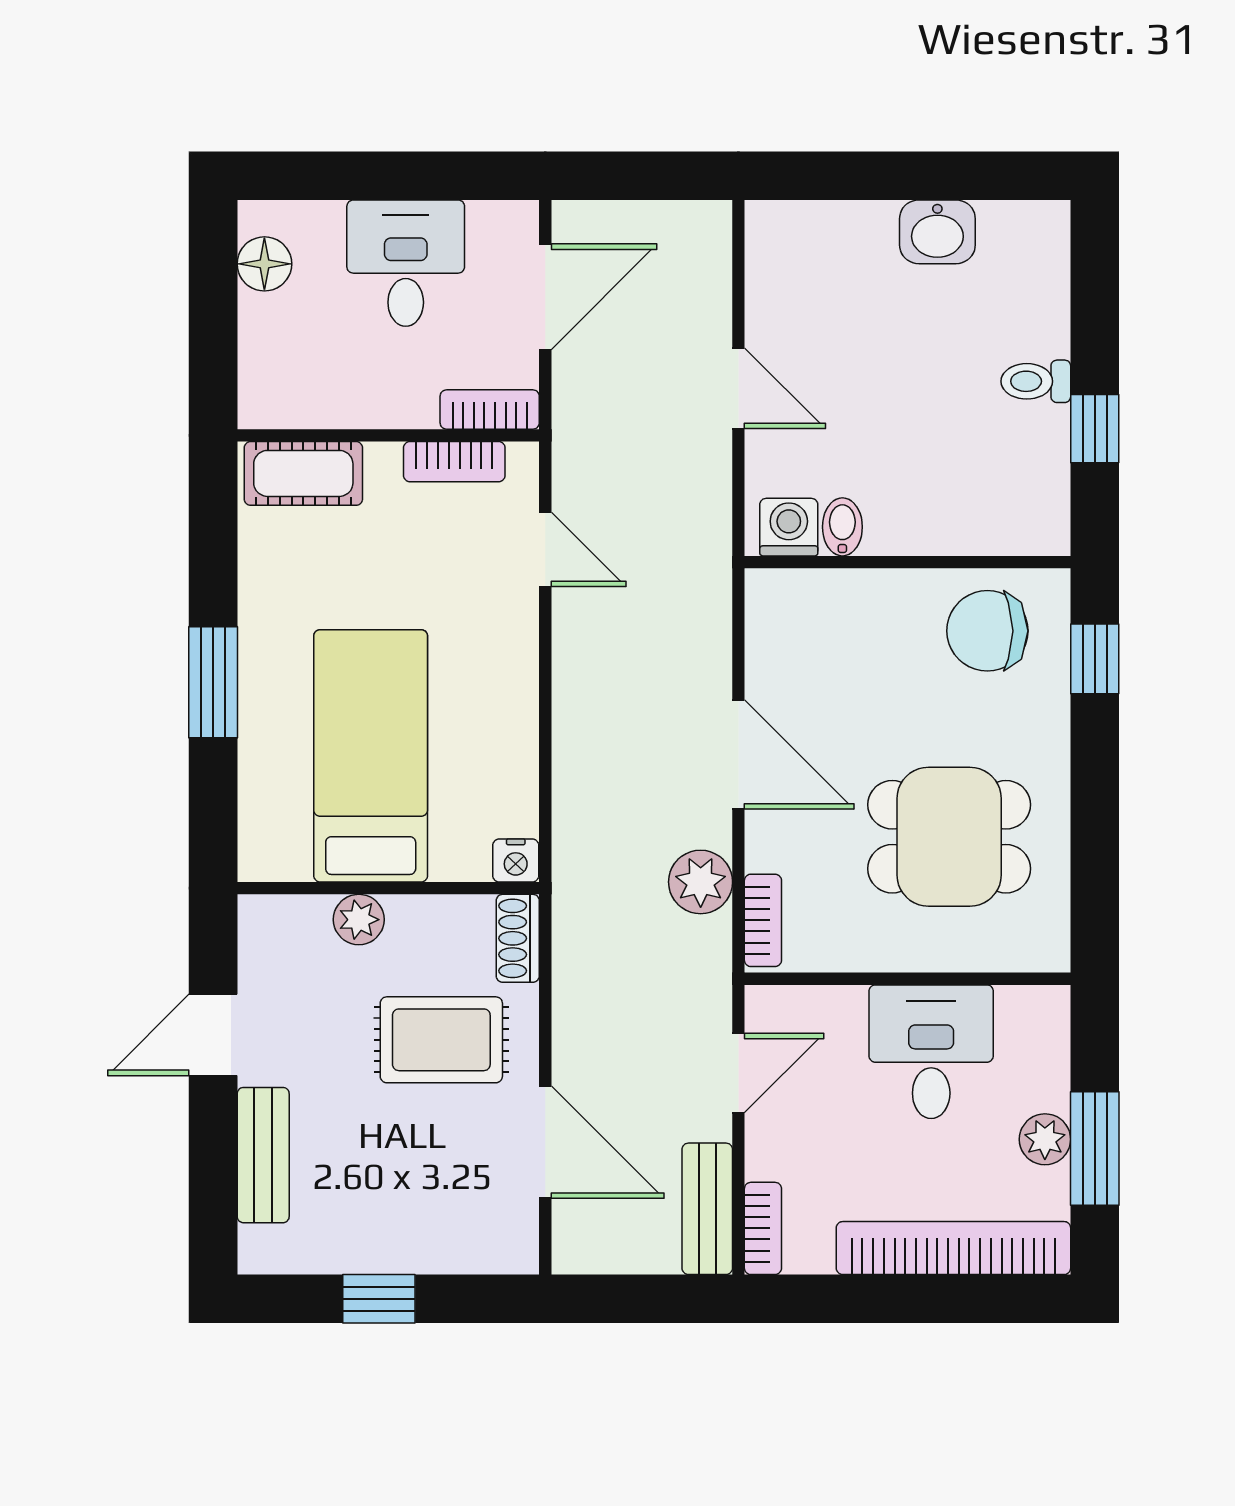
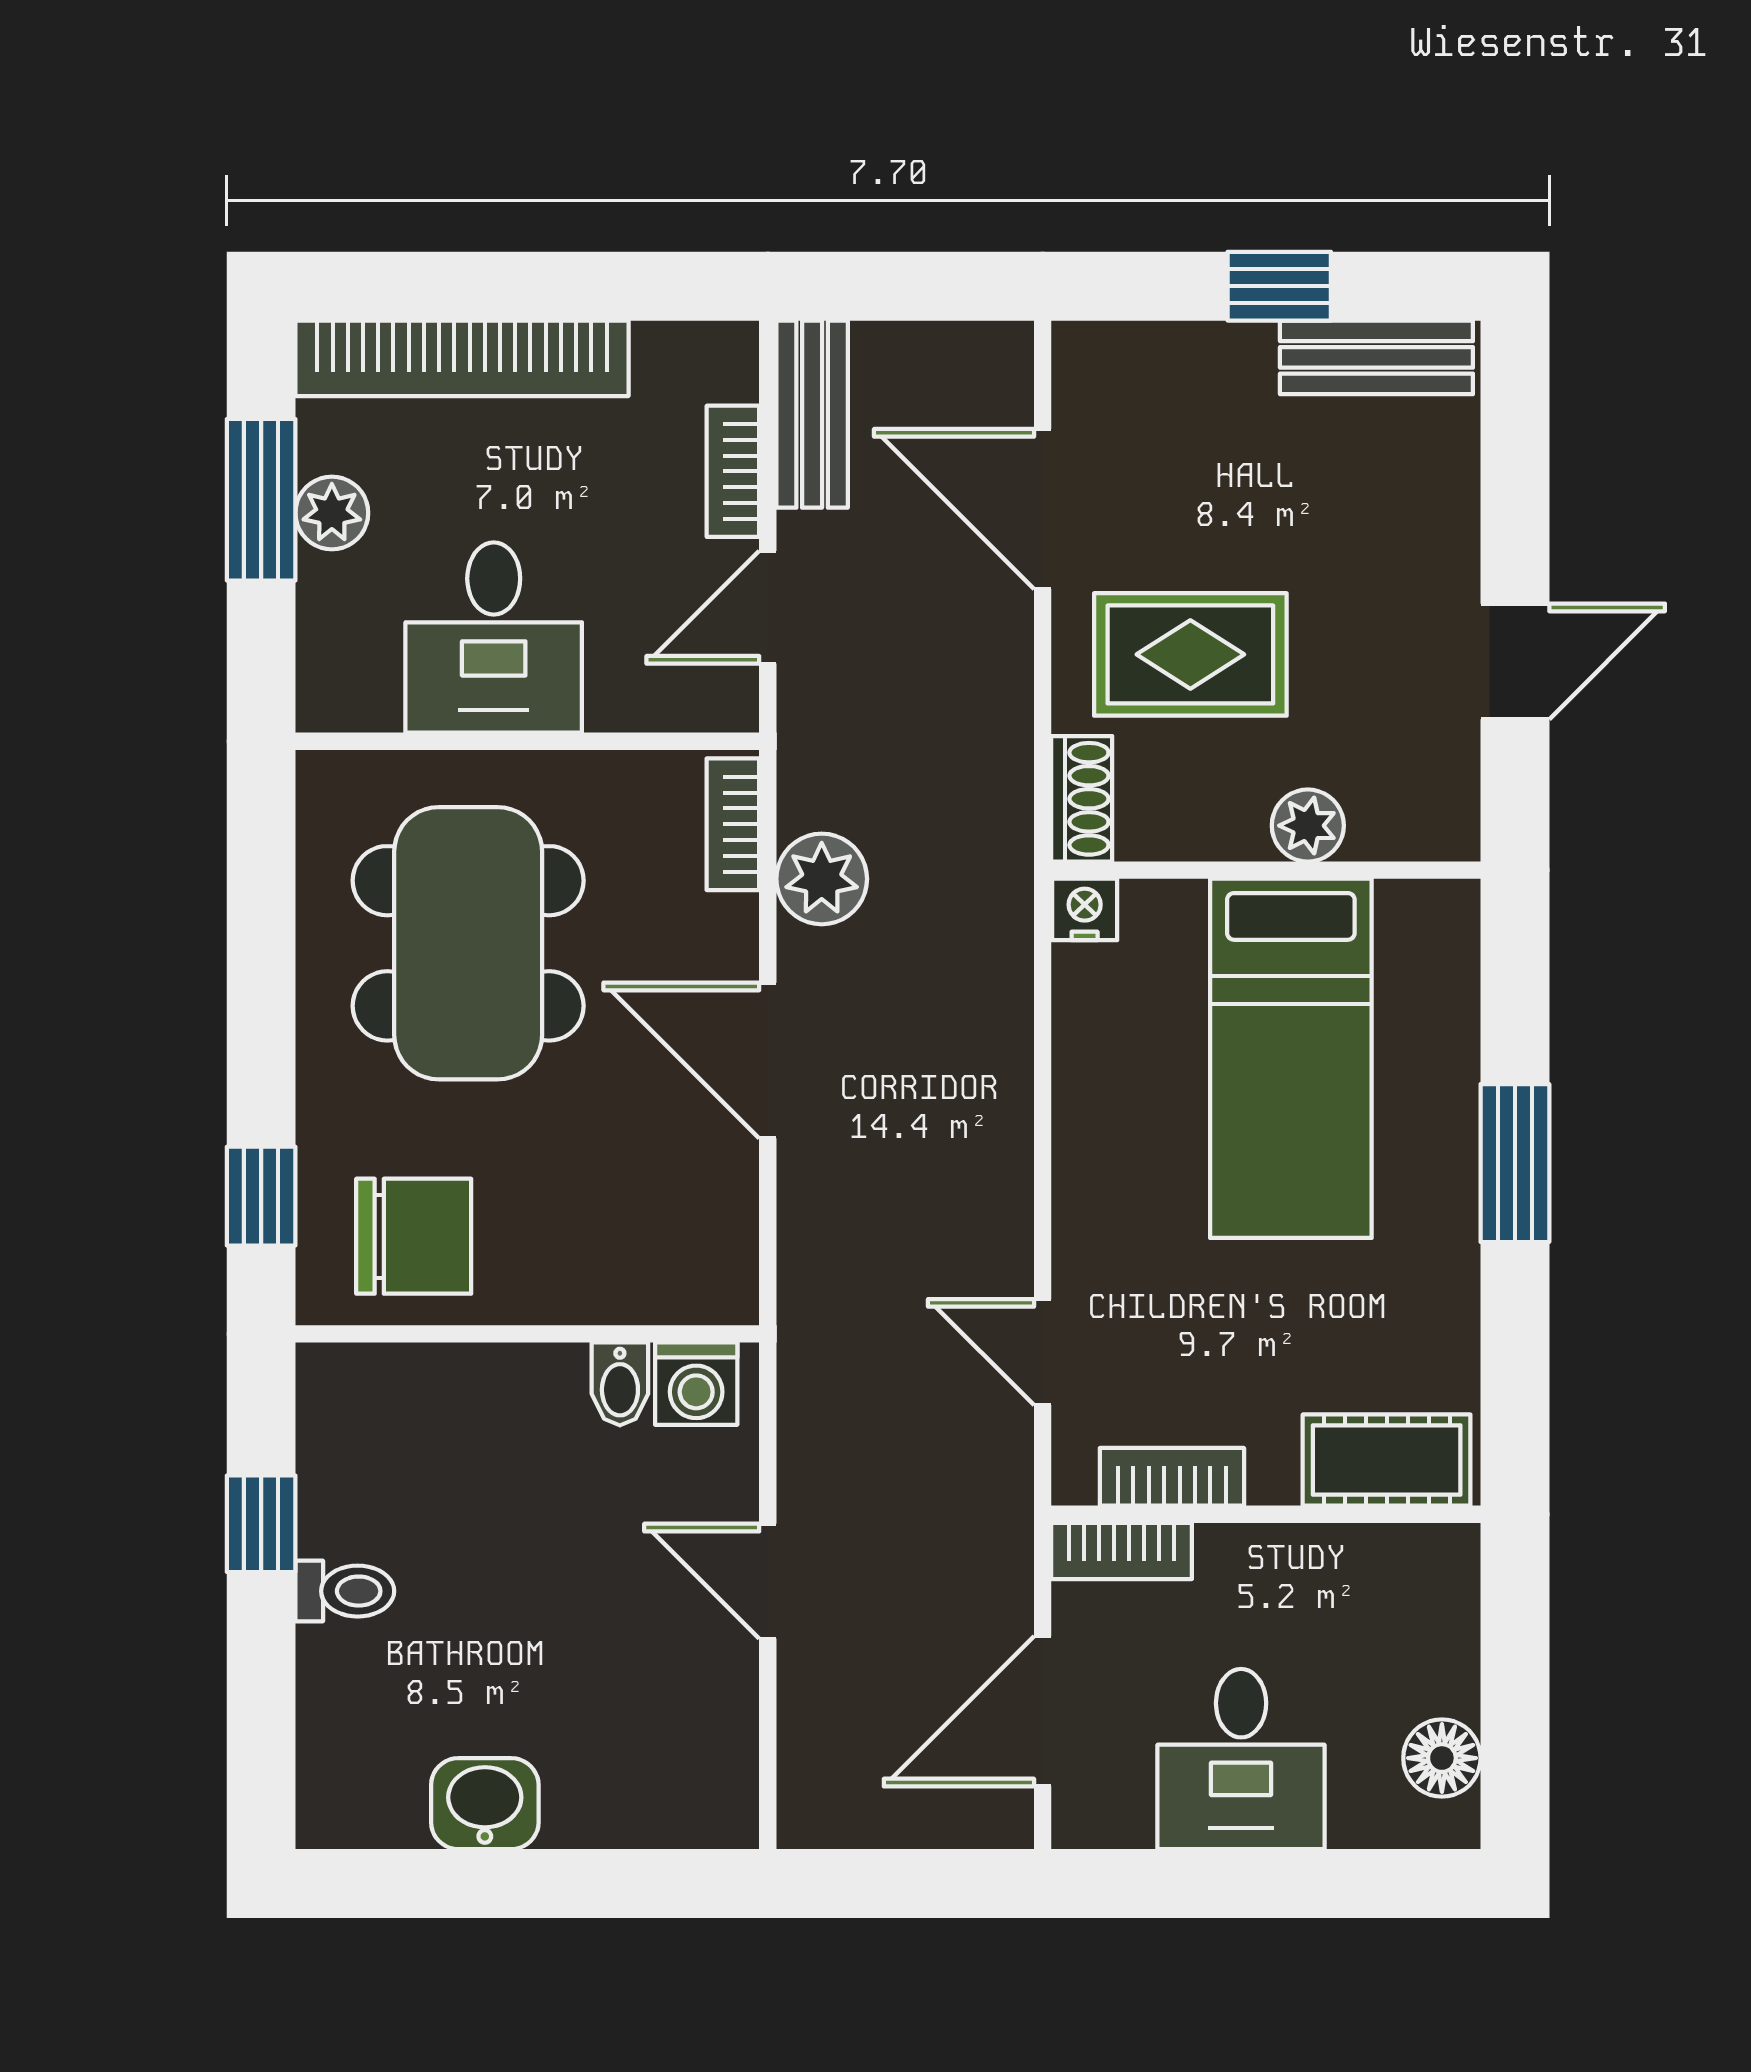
dining table: (949, 837) -> (468, 943), width x1.37
bench: (263, 1155) -> (1376, 357), moved, turned 90
bookcase: (763, 1228) -> (733, 471), moved

